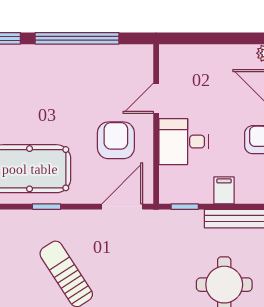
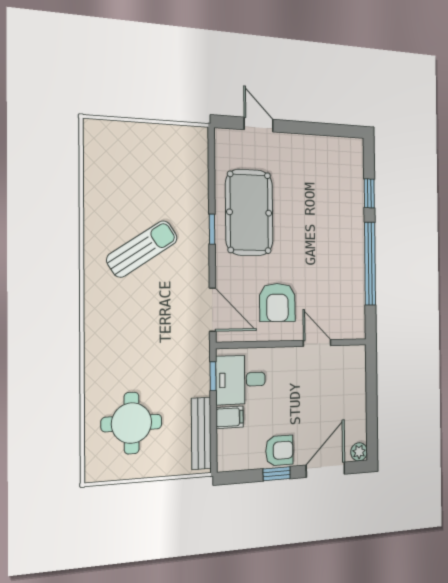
armchair: (116, 140) -> (277, 302), turned 90
desk: (184, 142) -> (241, 380), moved, turned -90

